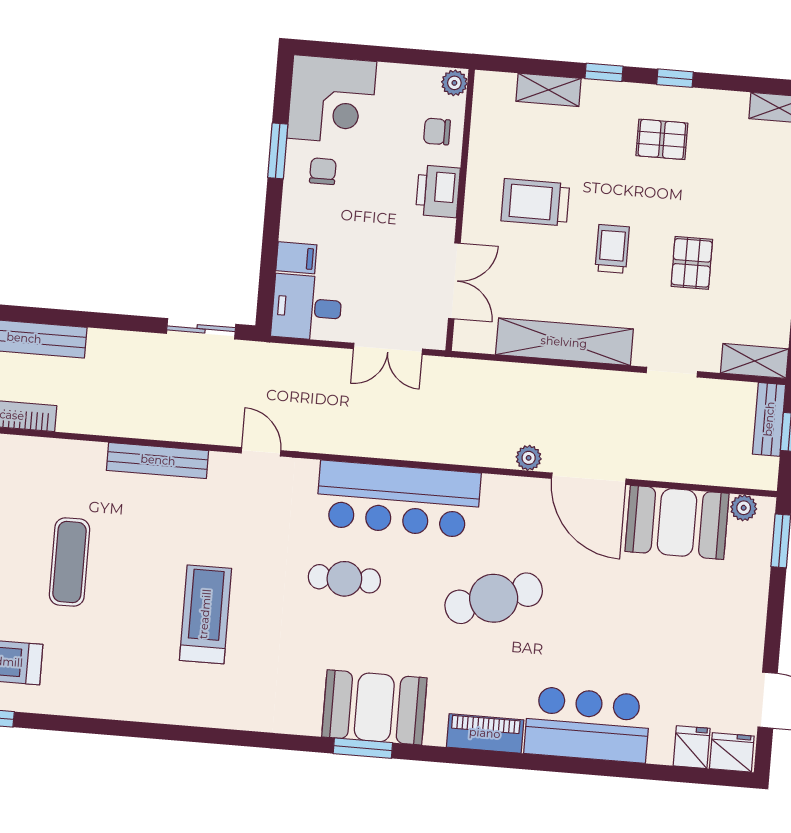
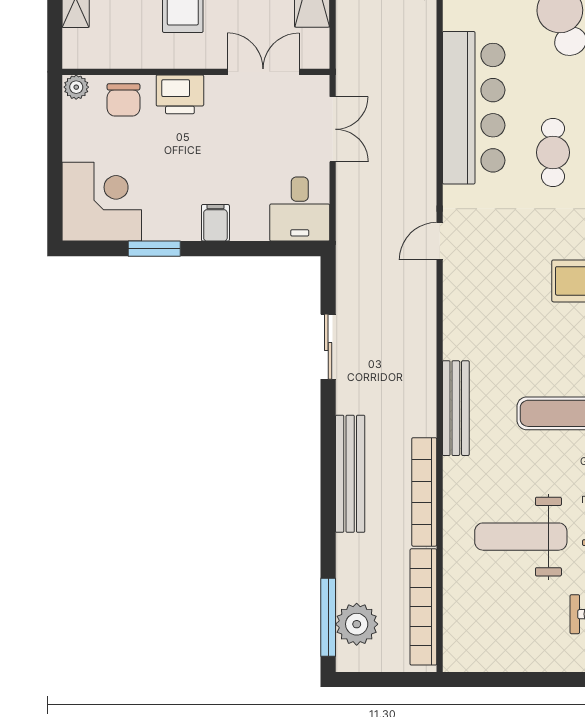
chair: (437, 131) -> (124, 100), width x1.37, depth x1.37
chair: (323, 171) -> (170, 205), removed
filing cabinet: (296, 258) -> (215, 223), moved
sliding door: (201, 329) -> (328, 347), moved
bench: (158, 460) -> (456, 408), moved

